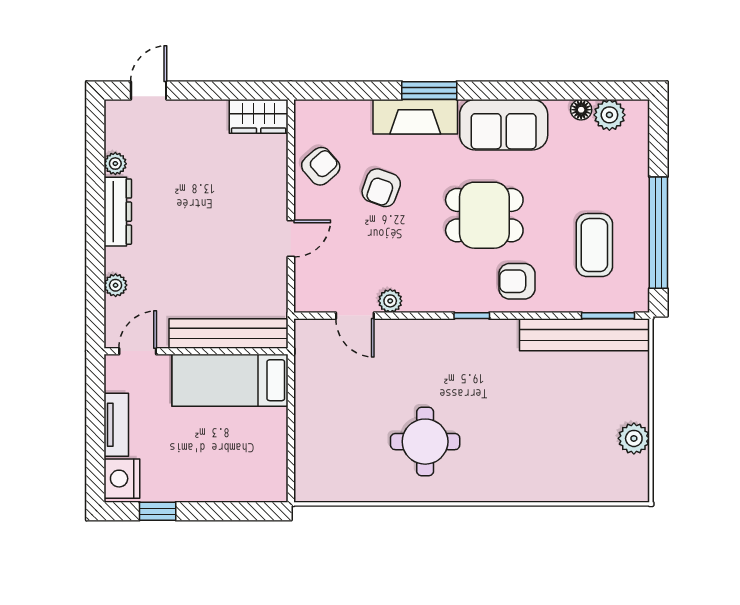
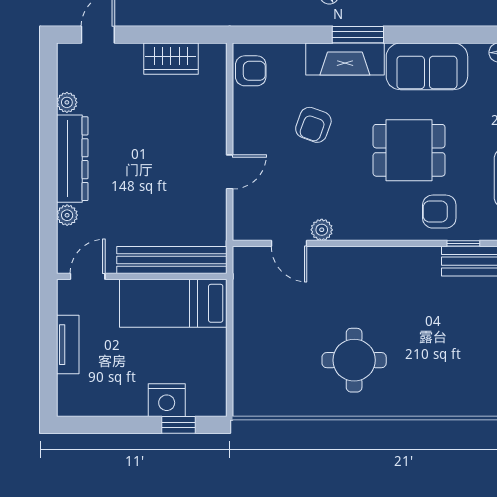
wardrobe: (259, 116) -> (171, 59), moved
armchair: (321, 166) -> (251, 71), moved, turned 41
dresser: (118, 212) -> (72, 159), width x1.37, depth x1.24
window: (472, 316) -> (463, 243), moved
nightstand: (122, 479) -> (167, 400), moved, turned -90
window: (158, 511) -> (178, 425), moved

